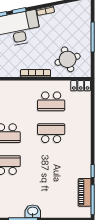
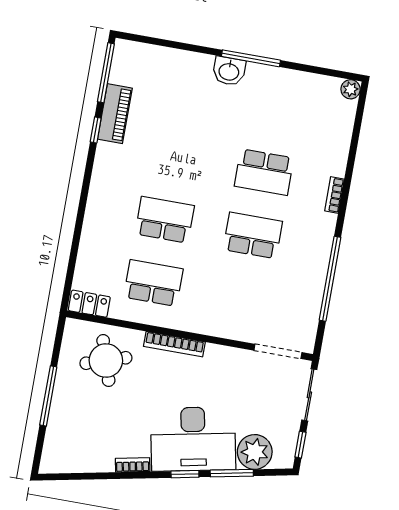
school desk: (51, 133) -> (165, 220), turned 180
piano: (85, 192) -> (115, 114), moved

